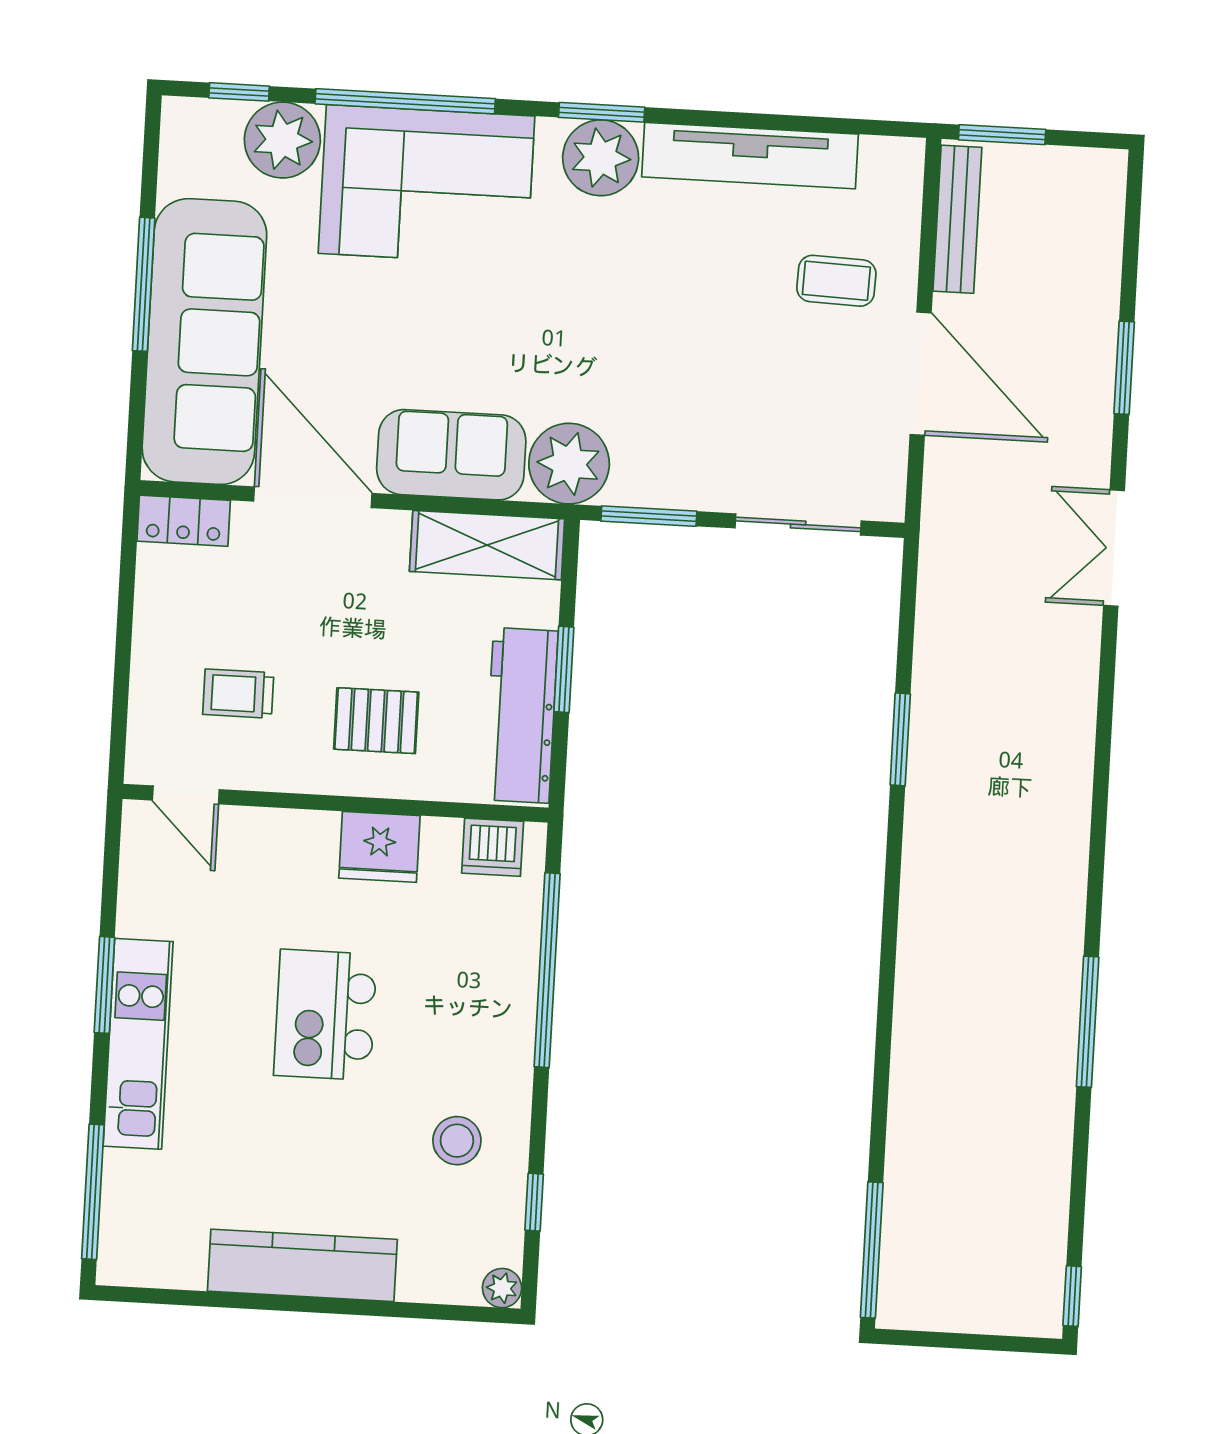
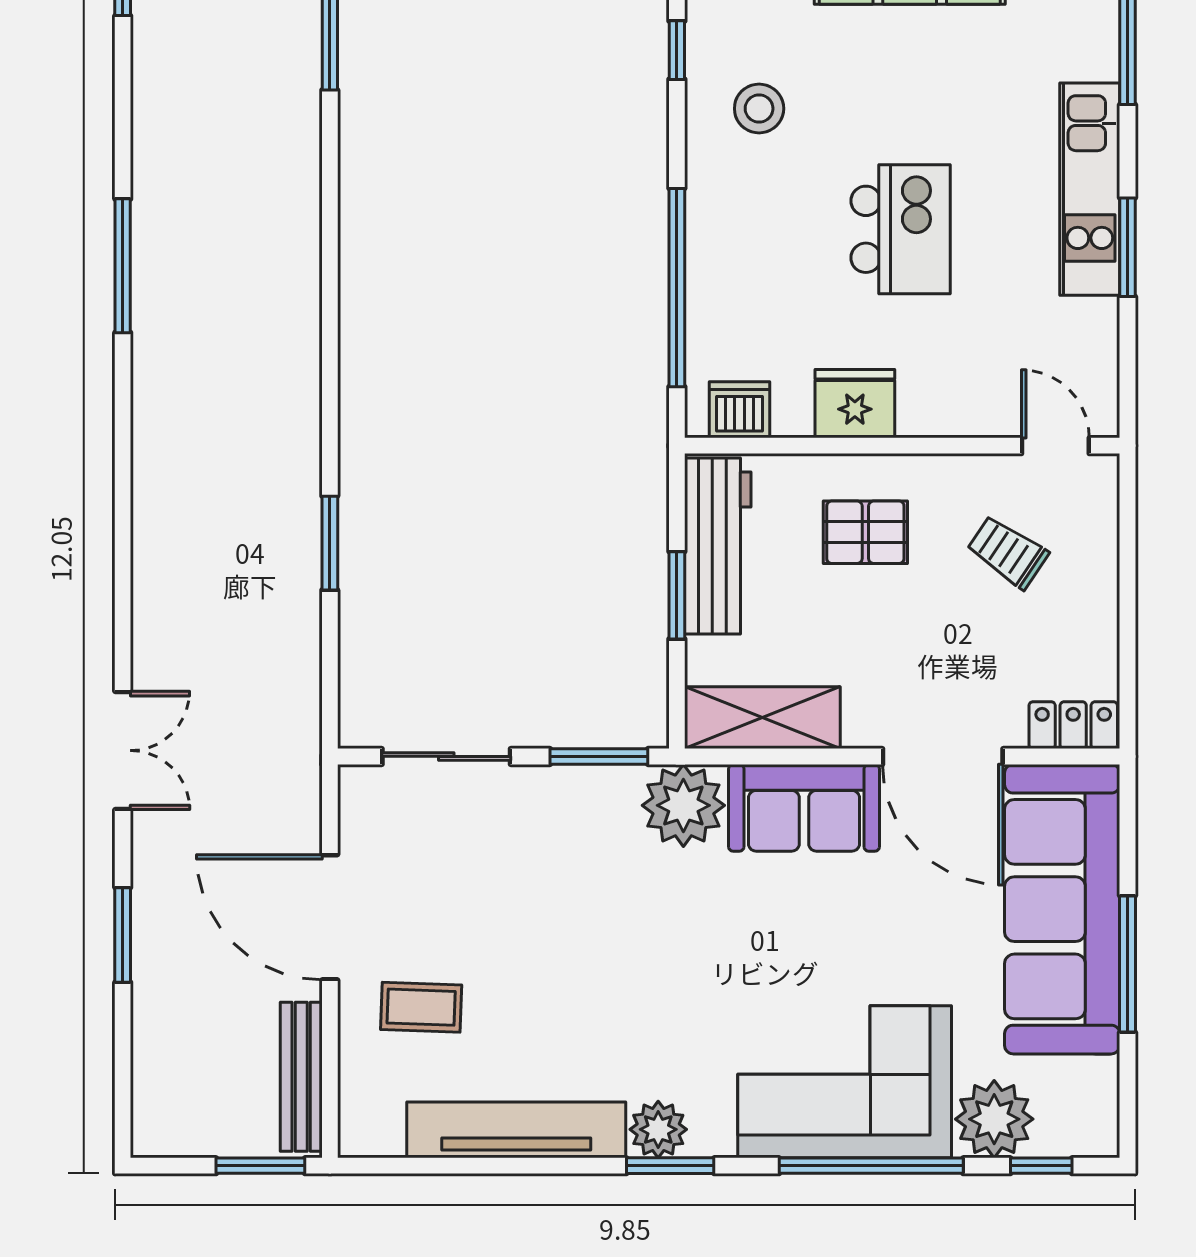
plant: (601, 158) -> (658, 1129), width x0.73, depth x0.73
trolley: (238, 694) -> (1008, 552), turned -146

